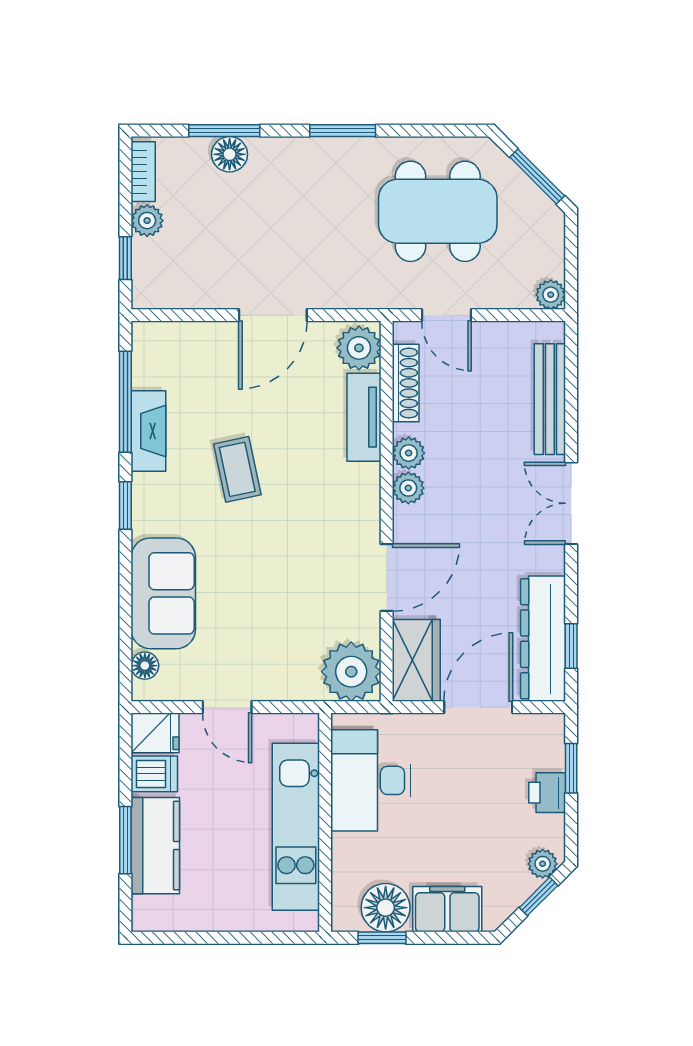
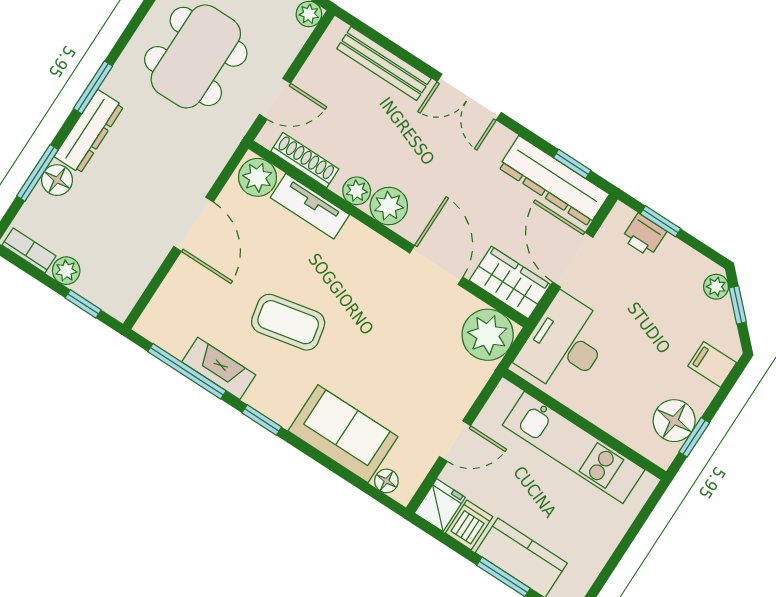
dresser: (297, 155) -> (89, 131), added
coffee table: (237, 469) -> (288, 322), width x1.36, depth x1.30
plant: (408, 488) -> (389, 206), width x1.38, depth x1.38
desk: (371, 780) -> (565, 344), moved, turned 90
printer: (547, 793) -> (644, 235), moved
filing cabinet: (447, 909) -> (712, 364), width x0.50

